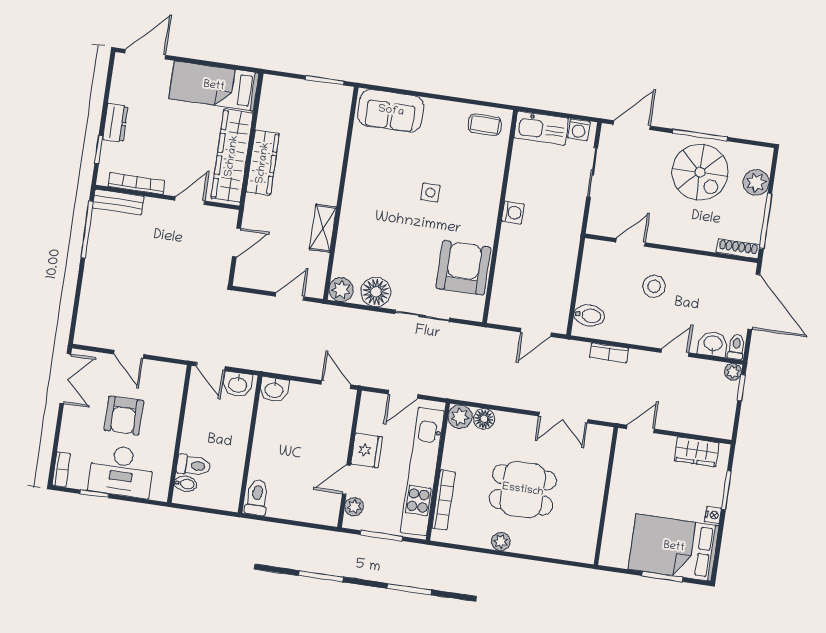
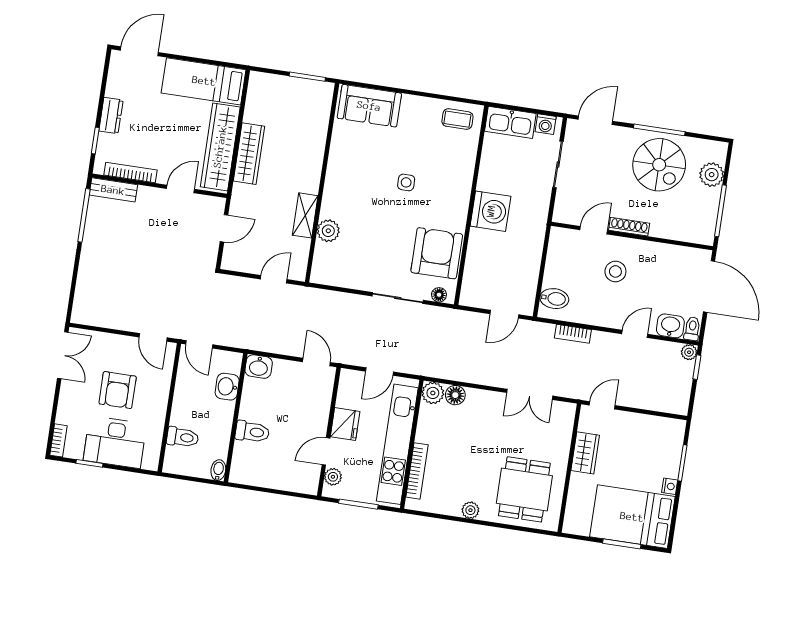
washing machine: (513, 213) -> (491, 211), width x1.89, depth x1.89
shoe rack: (738, 249) -> (629, 227), moved
plant: (341, 290) -> (328, 231), moved
floor lamp: (376, 292) -> (439, 295), moved, width x0.53, depth x0.53
door: (129, 354) -> (153, 337), moved
washbasin: (238, 384) -> (227, 387), moved, turned 90
wardrobe: (697, 452) -> (585, 453), moved, turned -90
bidet: (186, 484) -> (218, 470), moved, turned -90
dining table: (523, 490) -> (524, 489), moved, turned 90
toilet: (257, 497) -> (252, 432), moved, turned 90

